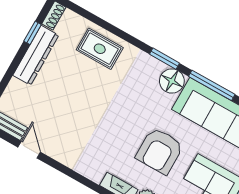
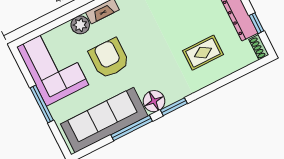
rug: (100, 49) -> (203, 53), moved

